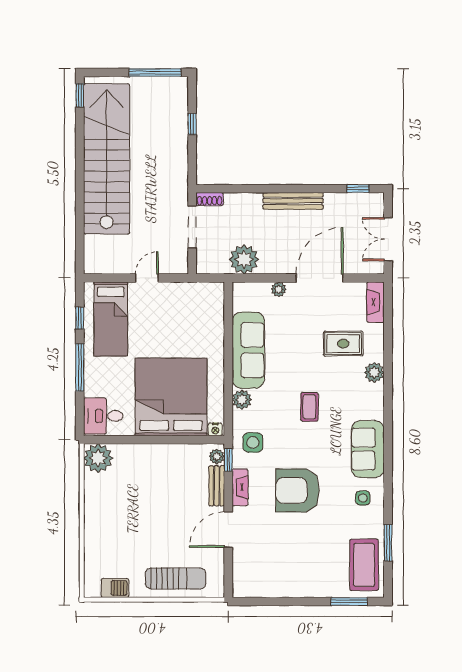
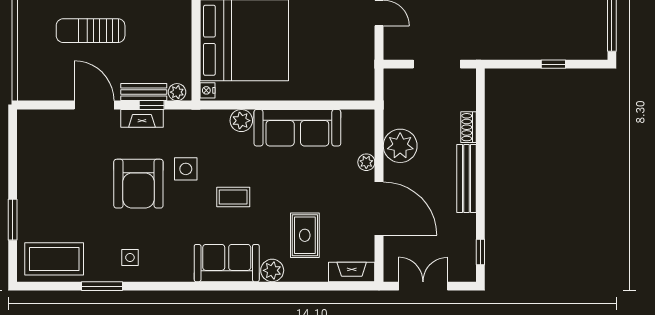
shoe rack: (210, 199) -> (469, 127), moved
plant: (244, 259) -> (400, 146), moved
side table: (253, 442) -> (186, 169), moved
sofa: (368, 449) -> (227, 263), moved
window: (228, 460) -> (152, 105), moved
armchair: (298, 490) -> (138, 184), turned 180
window: (388, 543) -> (102, 286), moved
sun lounger: (176, 578) -> (91, 31), moved, turned 90
window: (349, 602) -> (13, 220), moved

